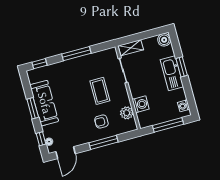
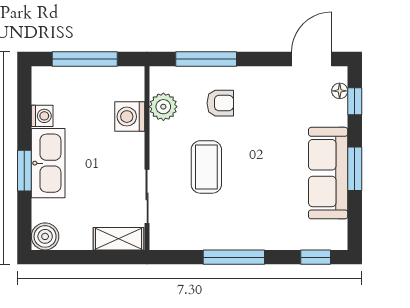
washing machine: (184, 106) -> (42, 116), moved
window: (103, 142) -> (206, 59), moved

